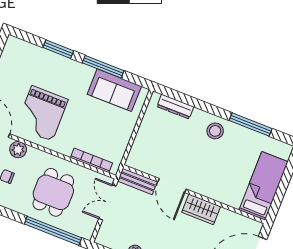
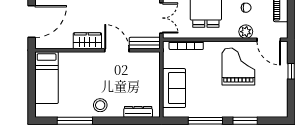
sofa: (114, 90) -> (174, 88), moved, turned 90

